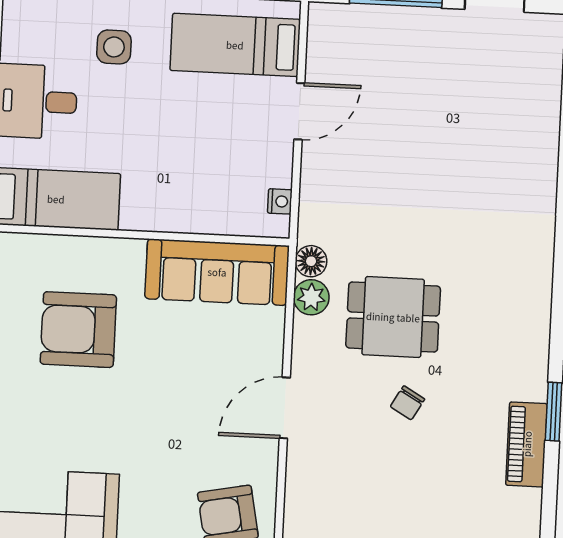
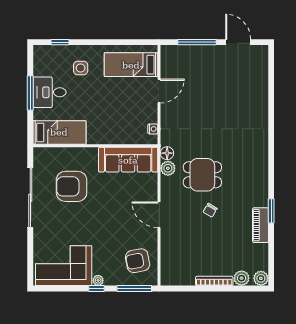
door: (285, 408) -> (159, 215), hinge flipped

